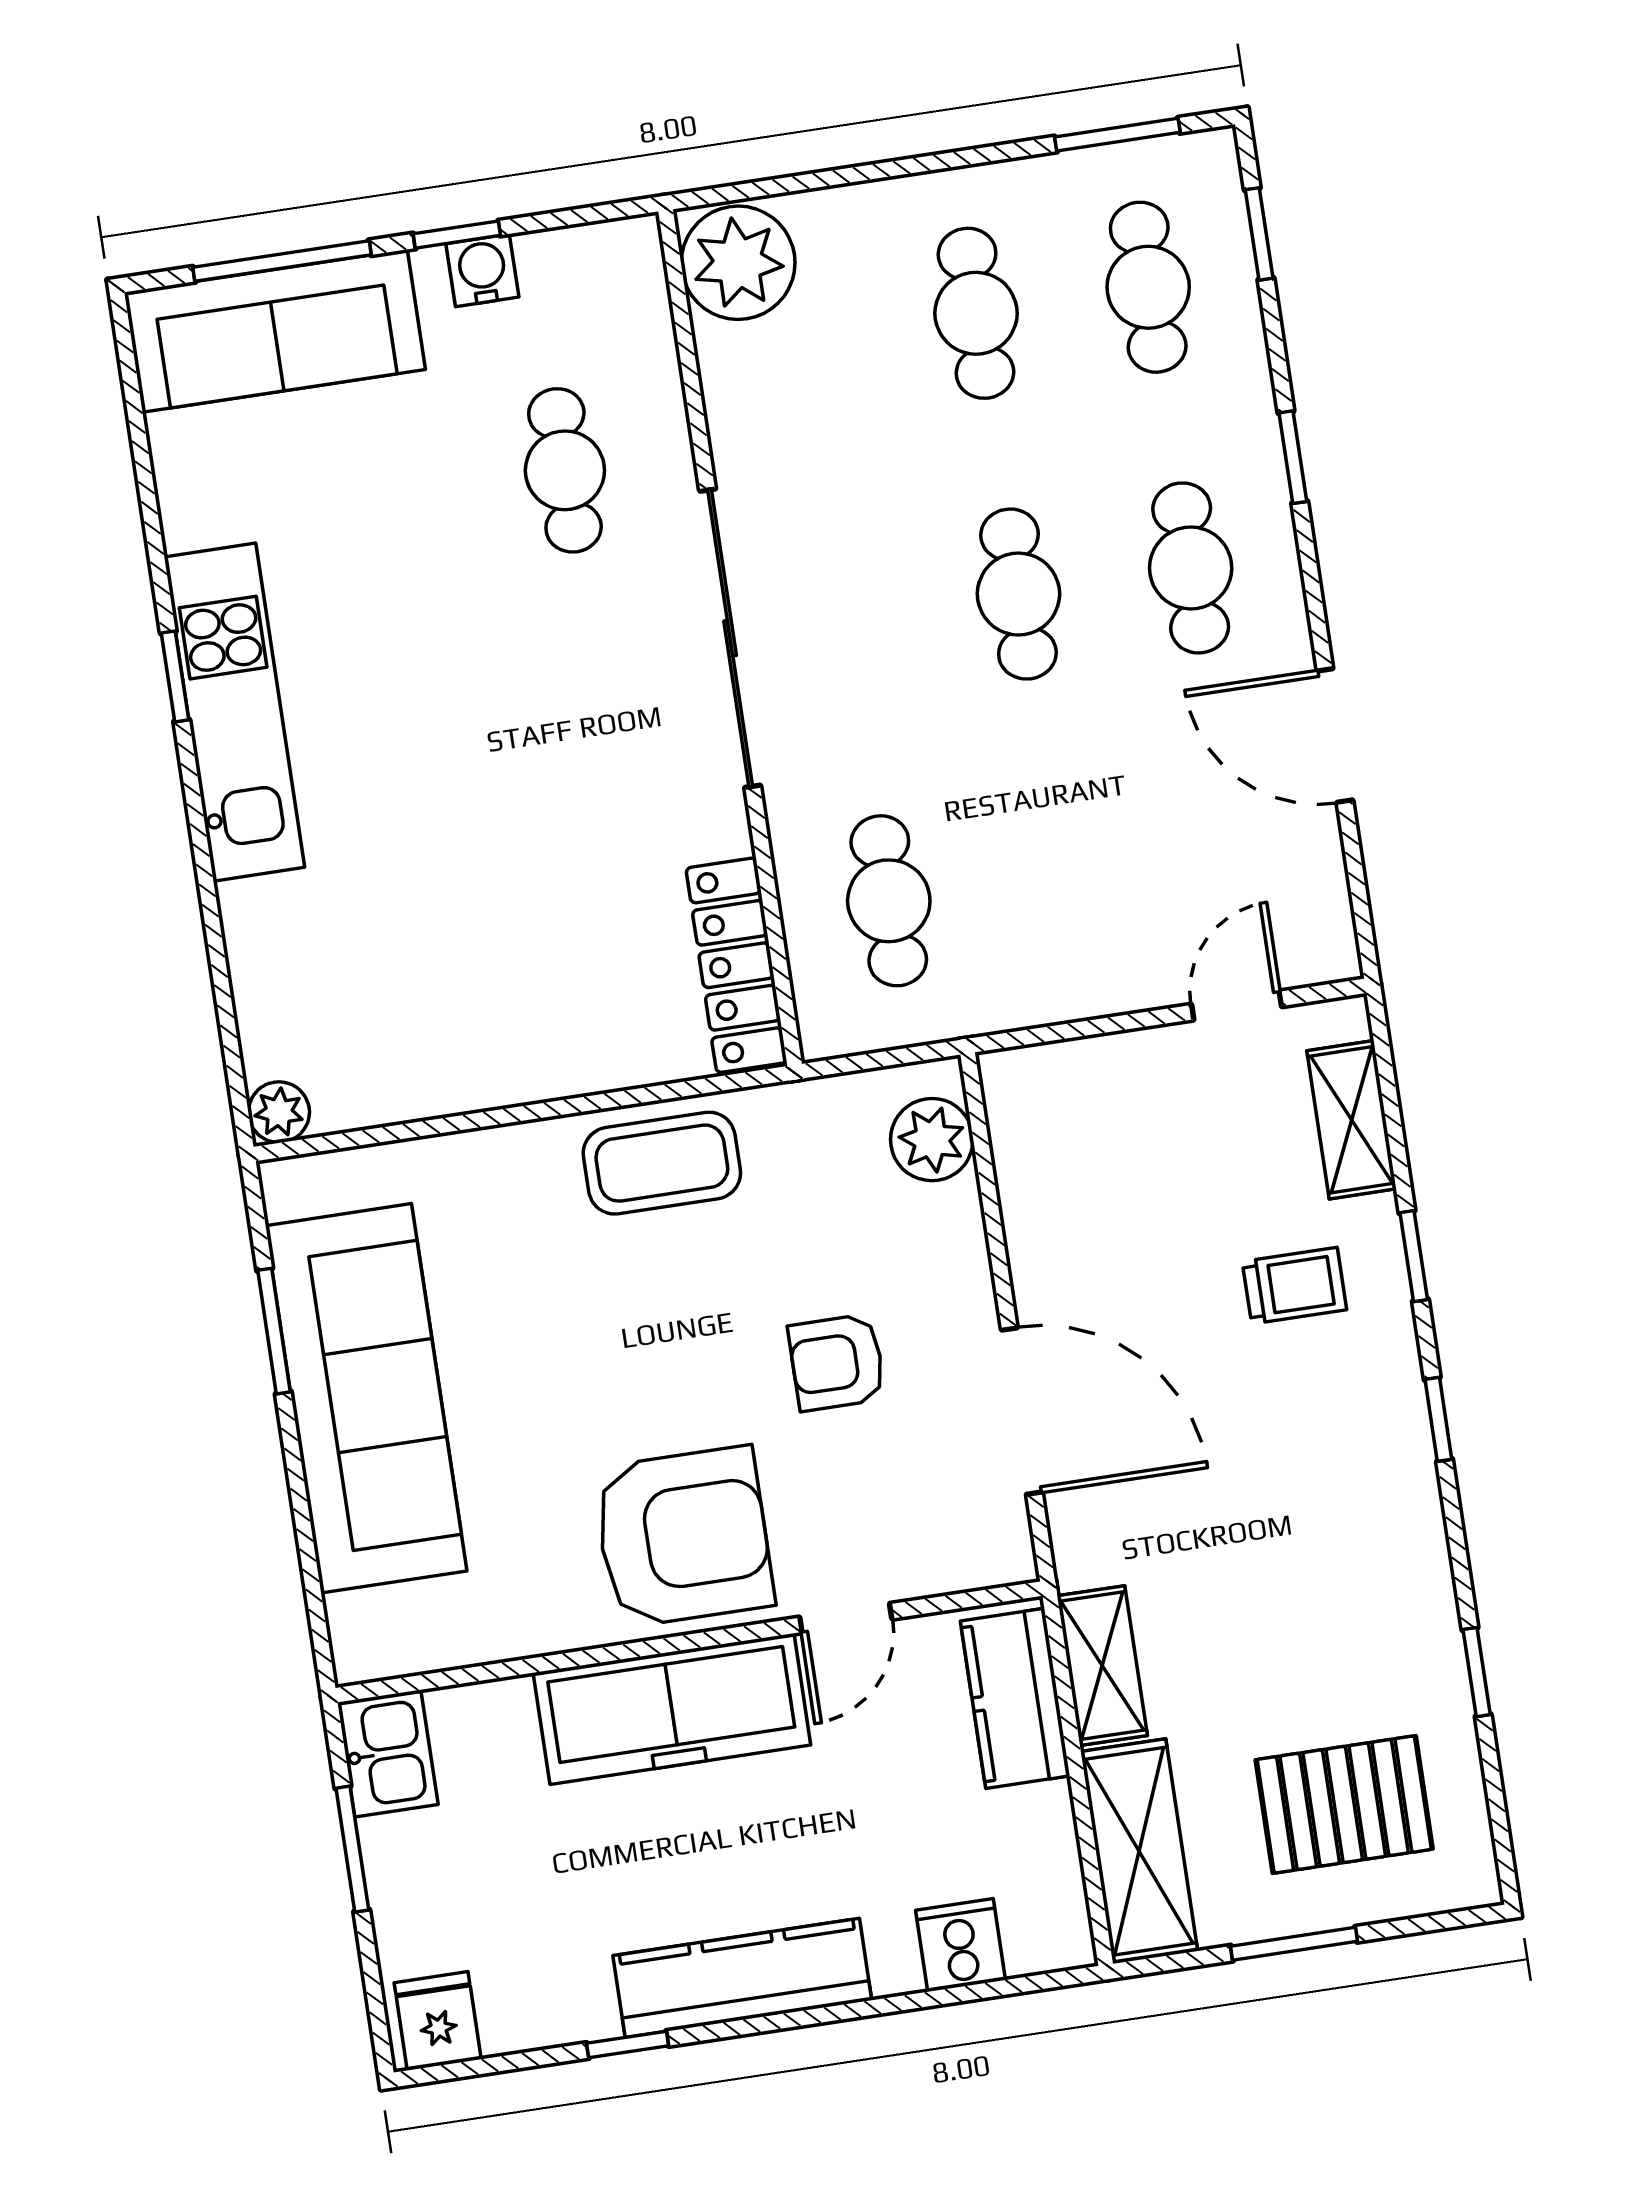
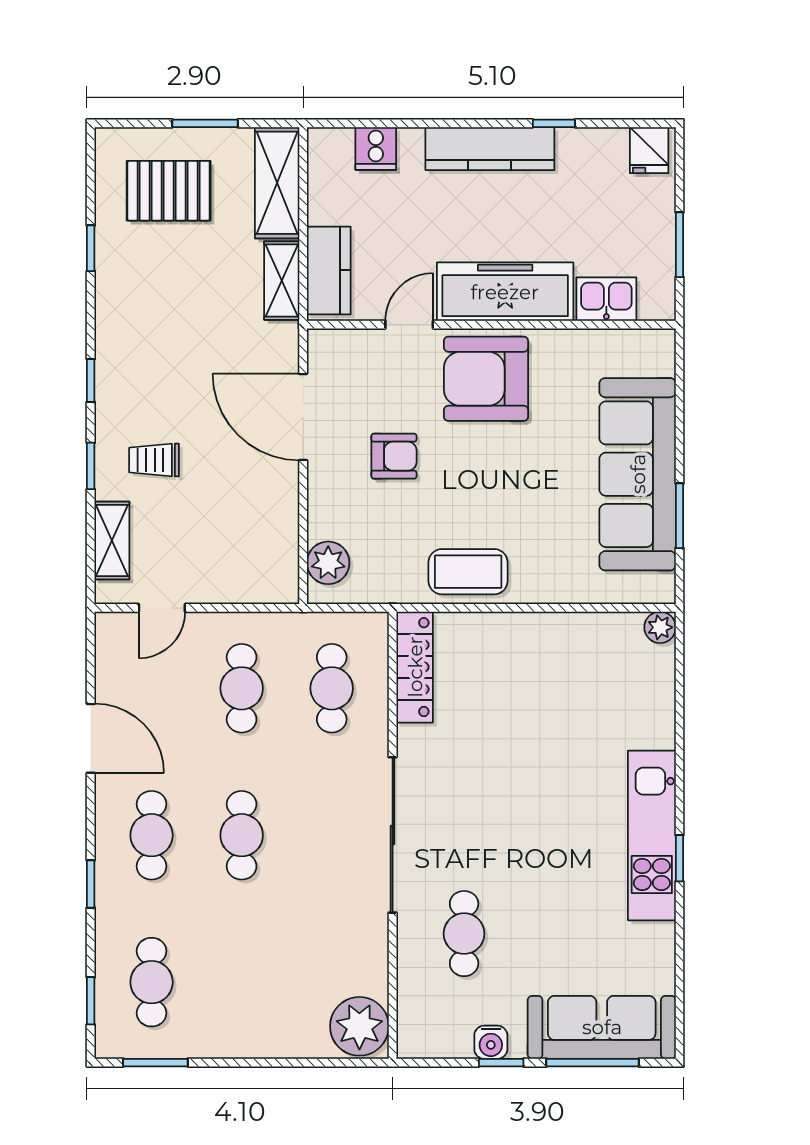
cafe table: (976, 313) -> (242, 688), moved
kitchen sink: (388, 1753) -> (606, 299), moved, turned 90

